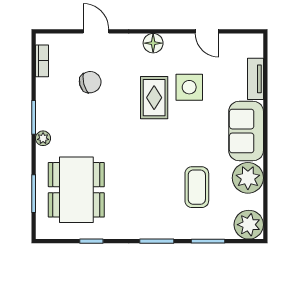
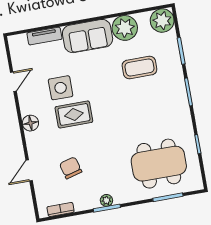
plant: (43, 138) -> (106, 200), moved

